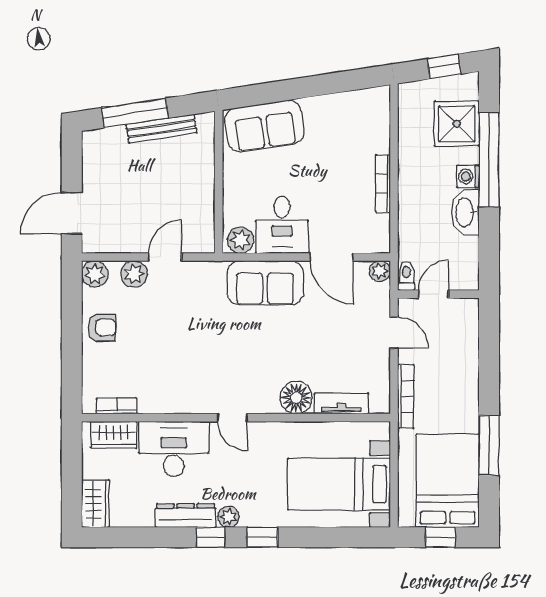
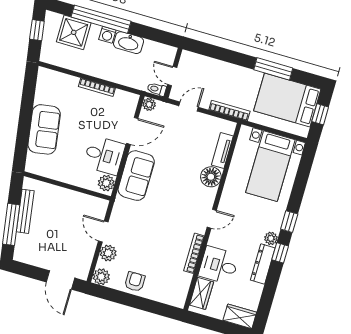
sofa: (264, 126) -> (44, 129), moved
bookcase: (117, 406) -> (194, 253), moved, width x1.56
desk: (174, 449) -> (219, 265), width x0.73

